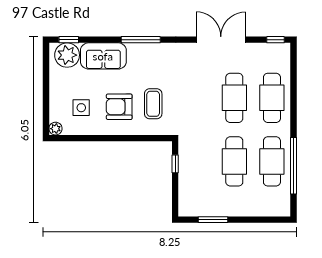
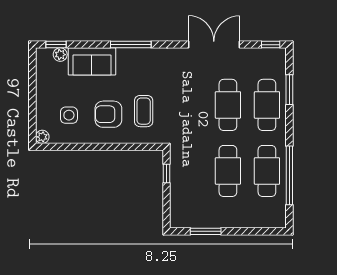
plant: (67, 55) -> (60, 55), width x0.53, depth x0.53
window: (294, 83) -> (289, 90), added

